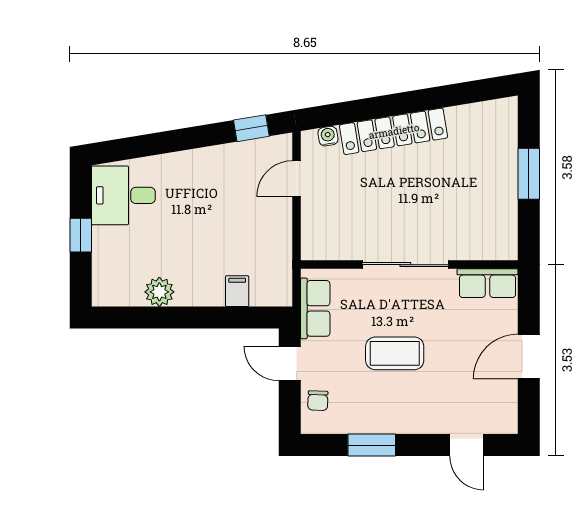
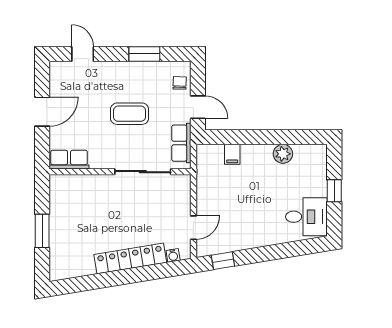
sliding door: (405, 265) -> (143, 172), moved

